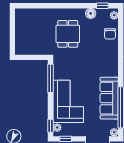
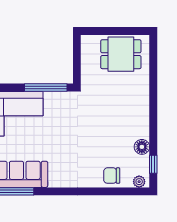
dining table: (68, 34) -> (121, 54), moved

